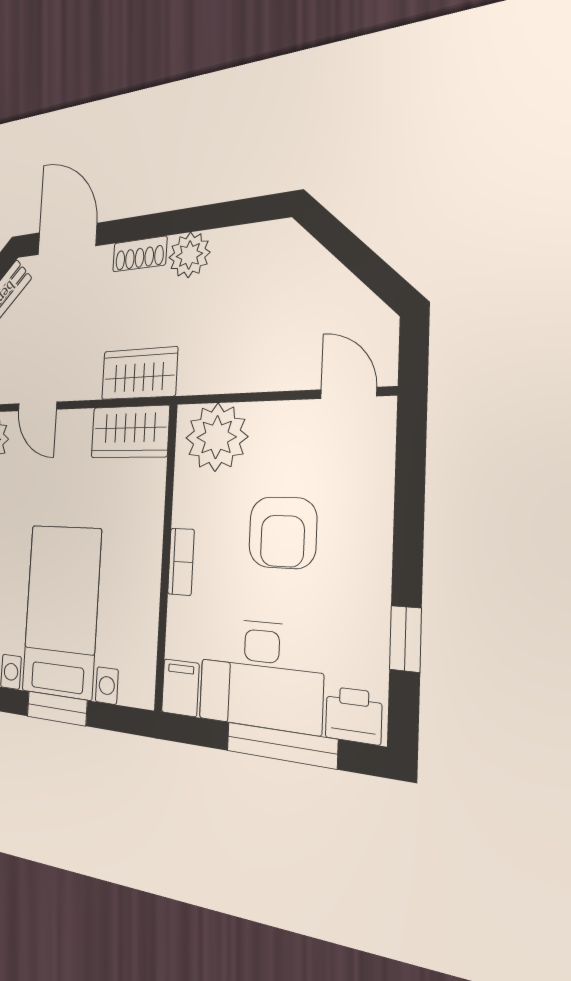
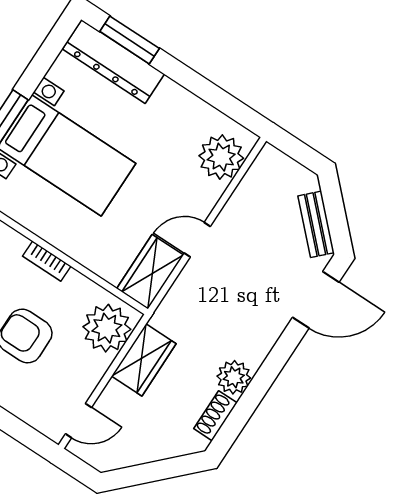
shoe rack: (140, 254) -> (215, 416), moved
wardrobe: (139, 373) -> (144, 360), moved
door: (37, 406) -> (197, 240), moved

